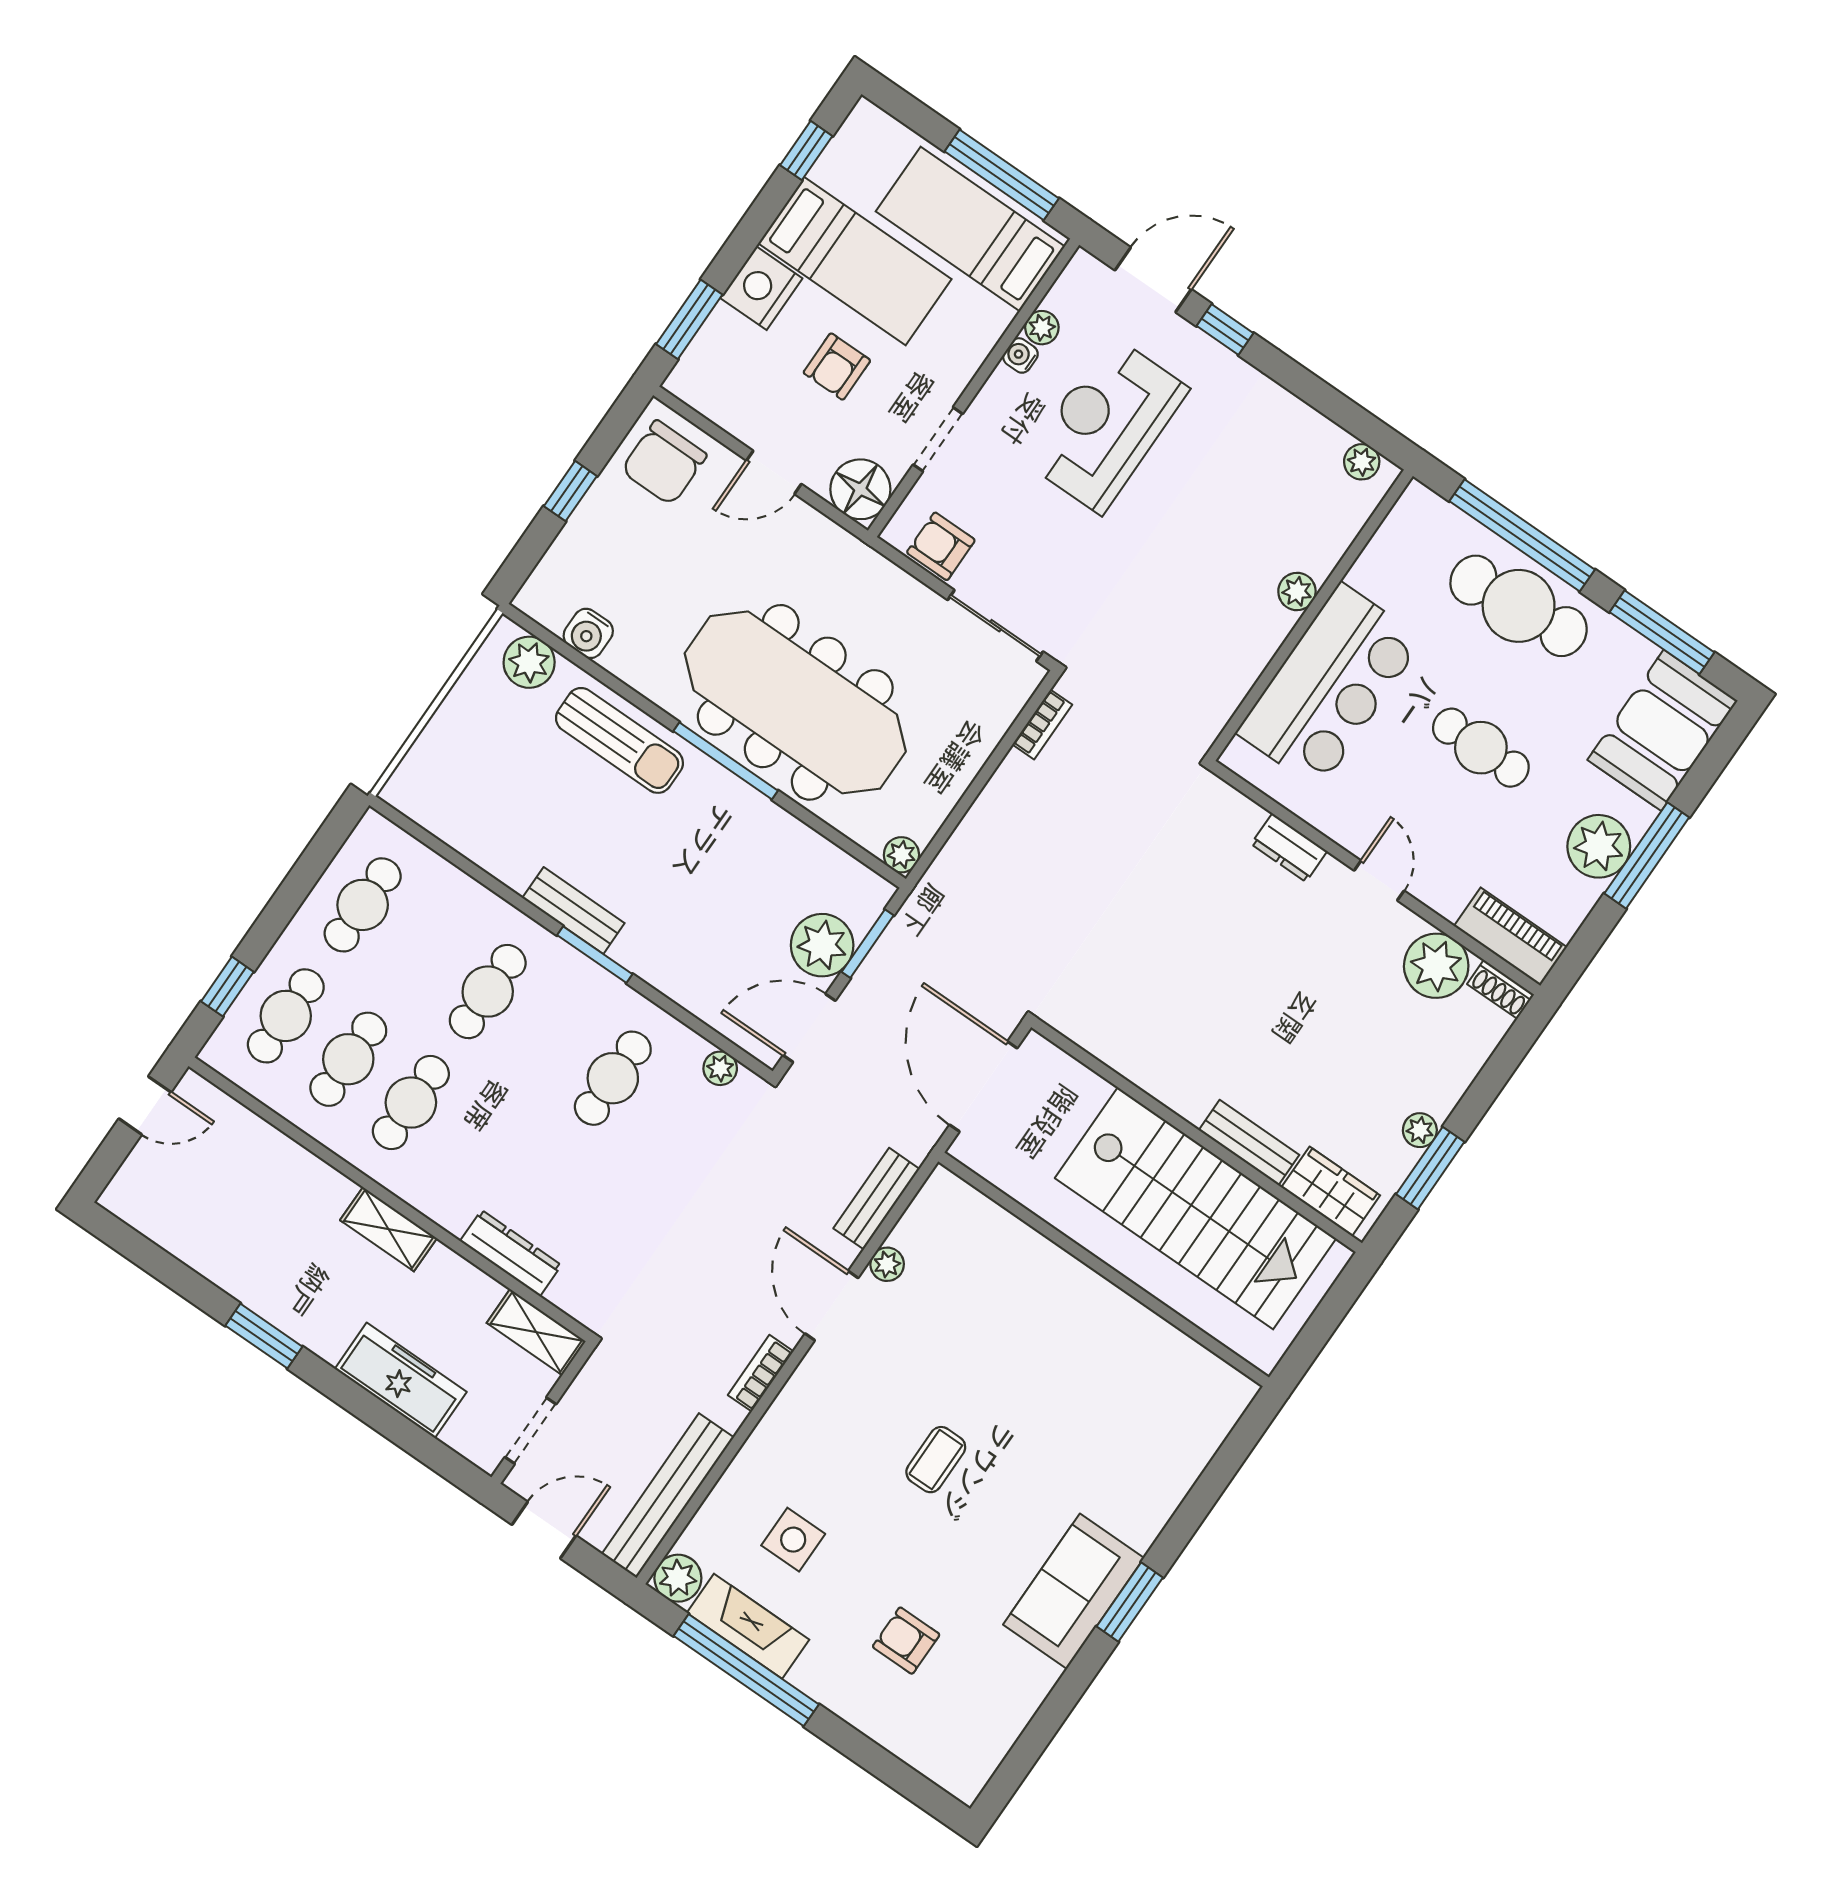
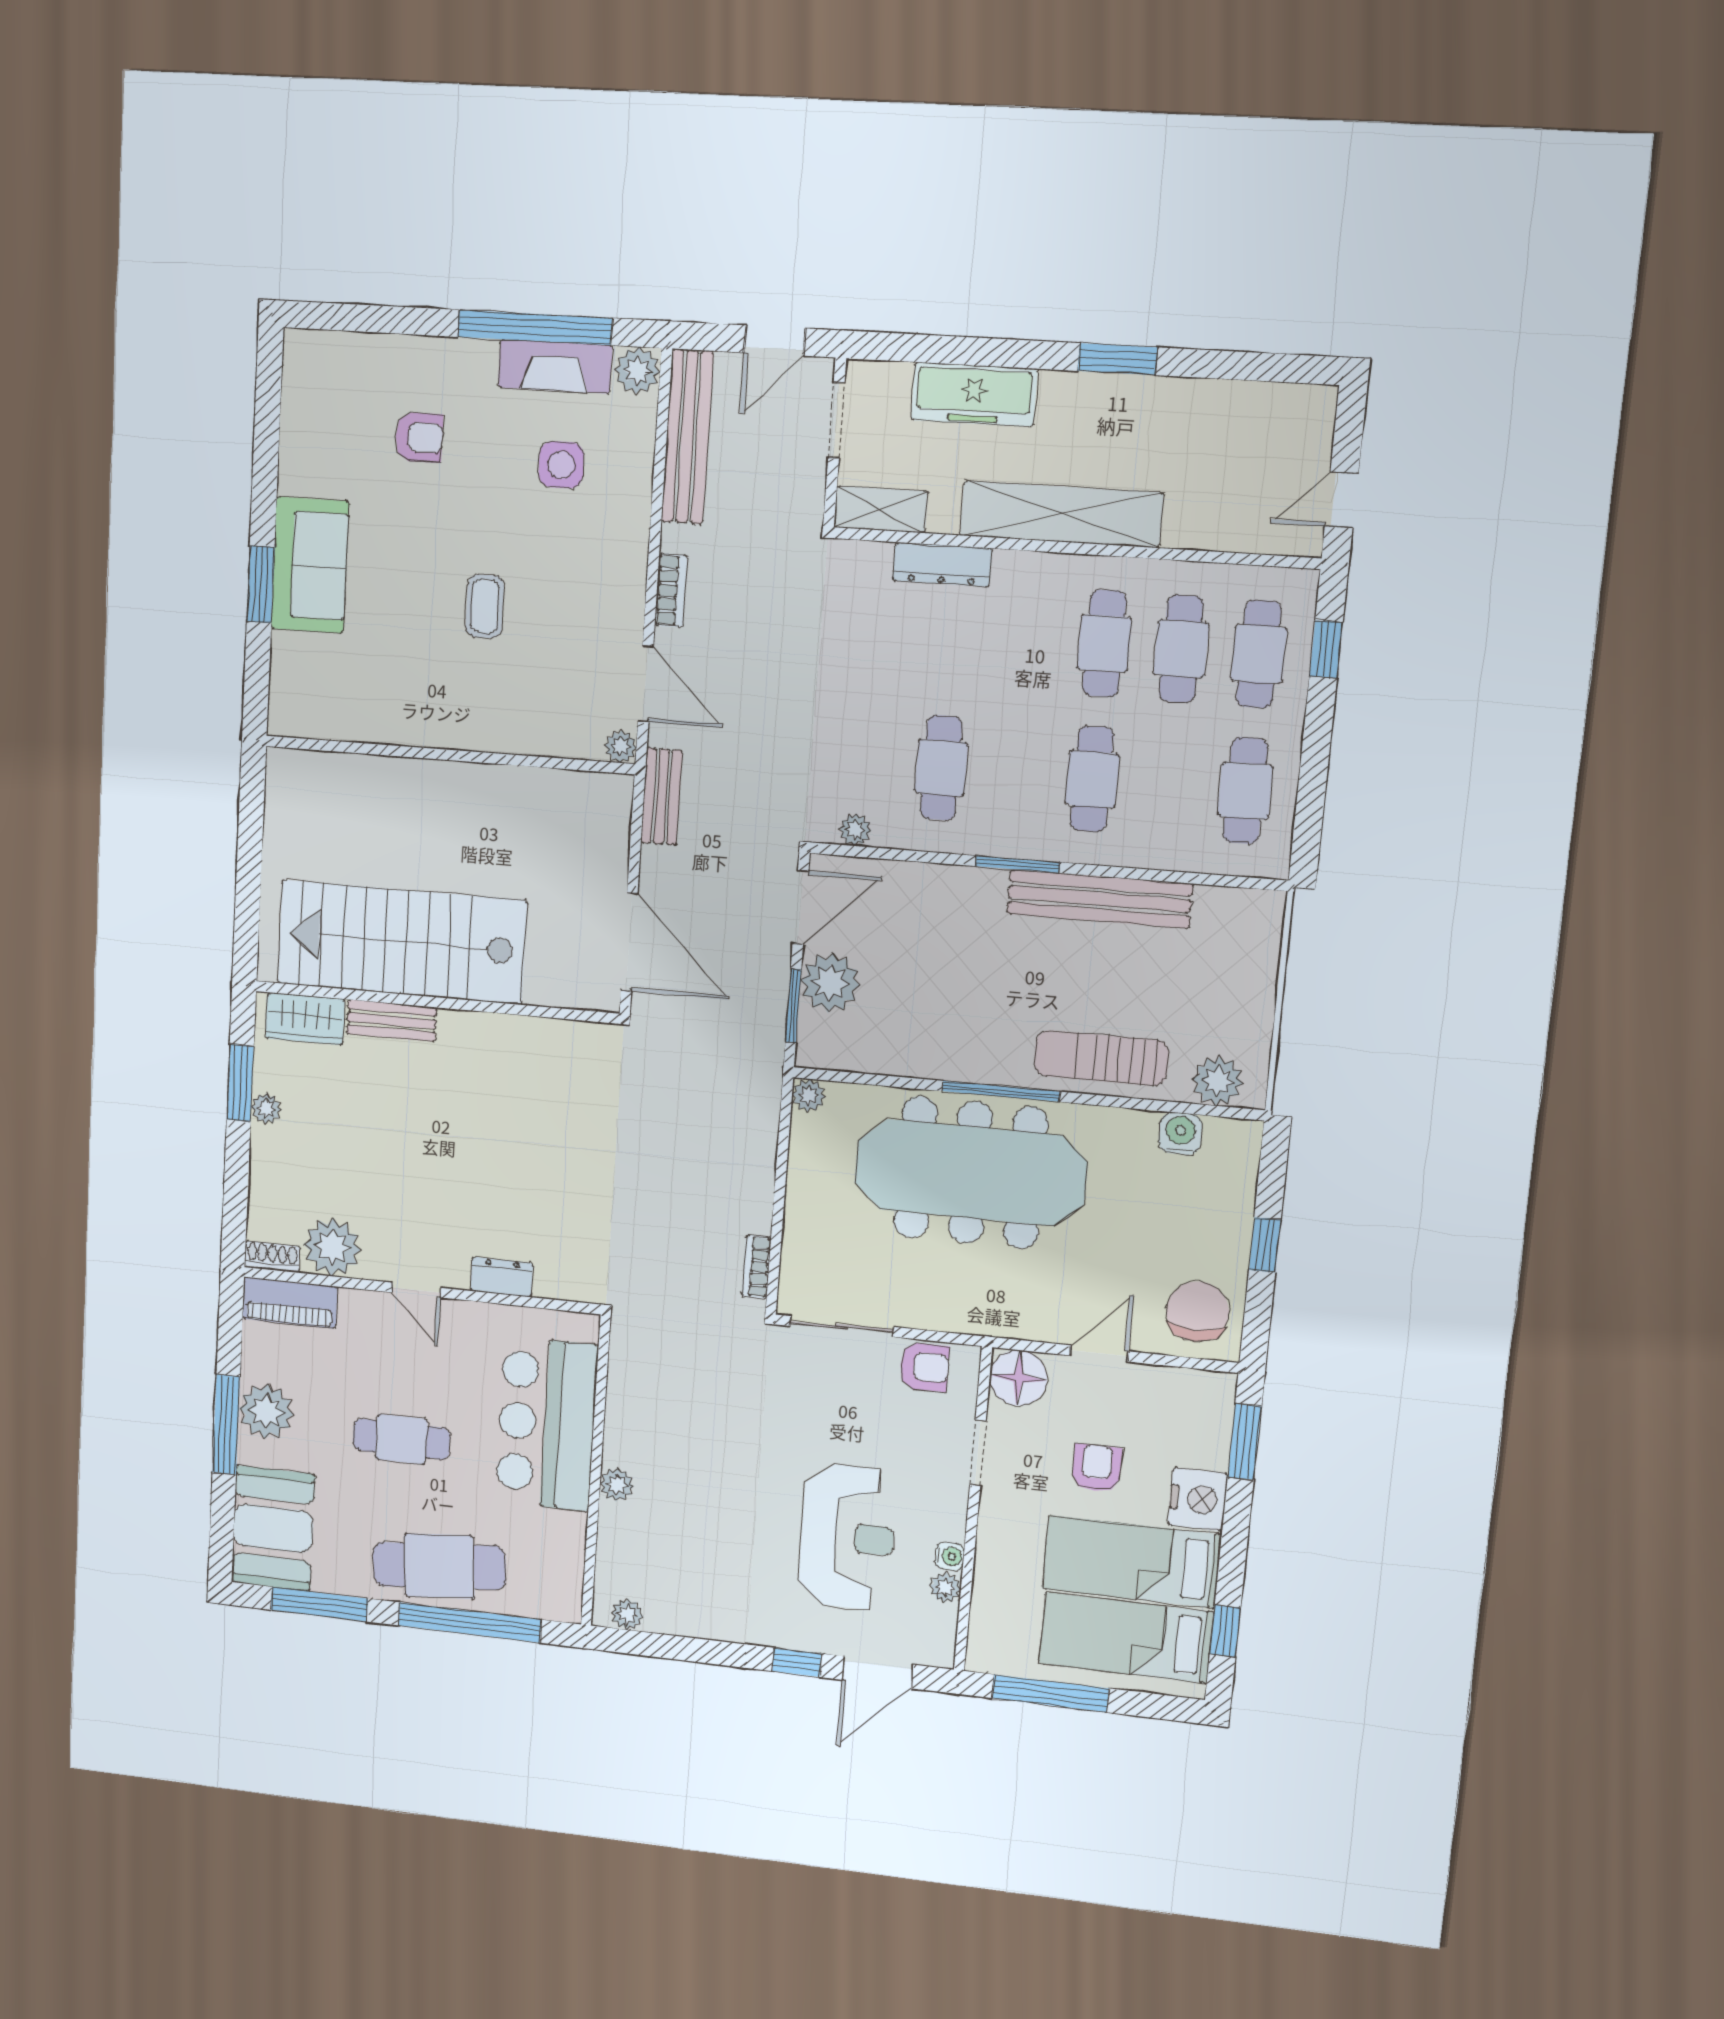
bed: (970, 229) -> (1126, 1638), moved, turned 180
bench: (573, 910) -> (1100, 899), width x1.86, depth x1.21
shelving: (388, 1229) -> (1061, 514), width x2.20, depth x1.33
wall: (1104, 1269) -> (449, 755), moved

